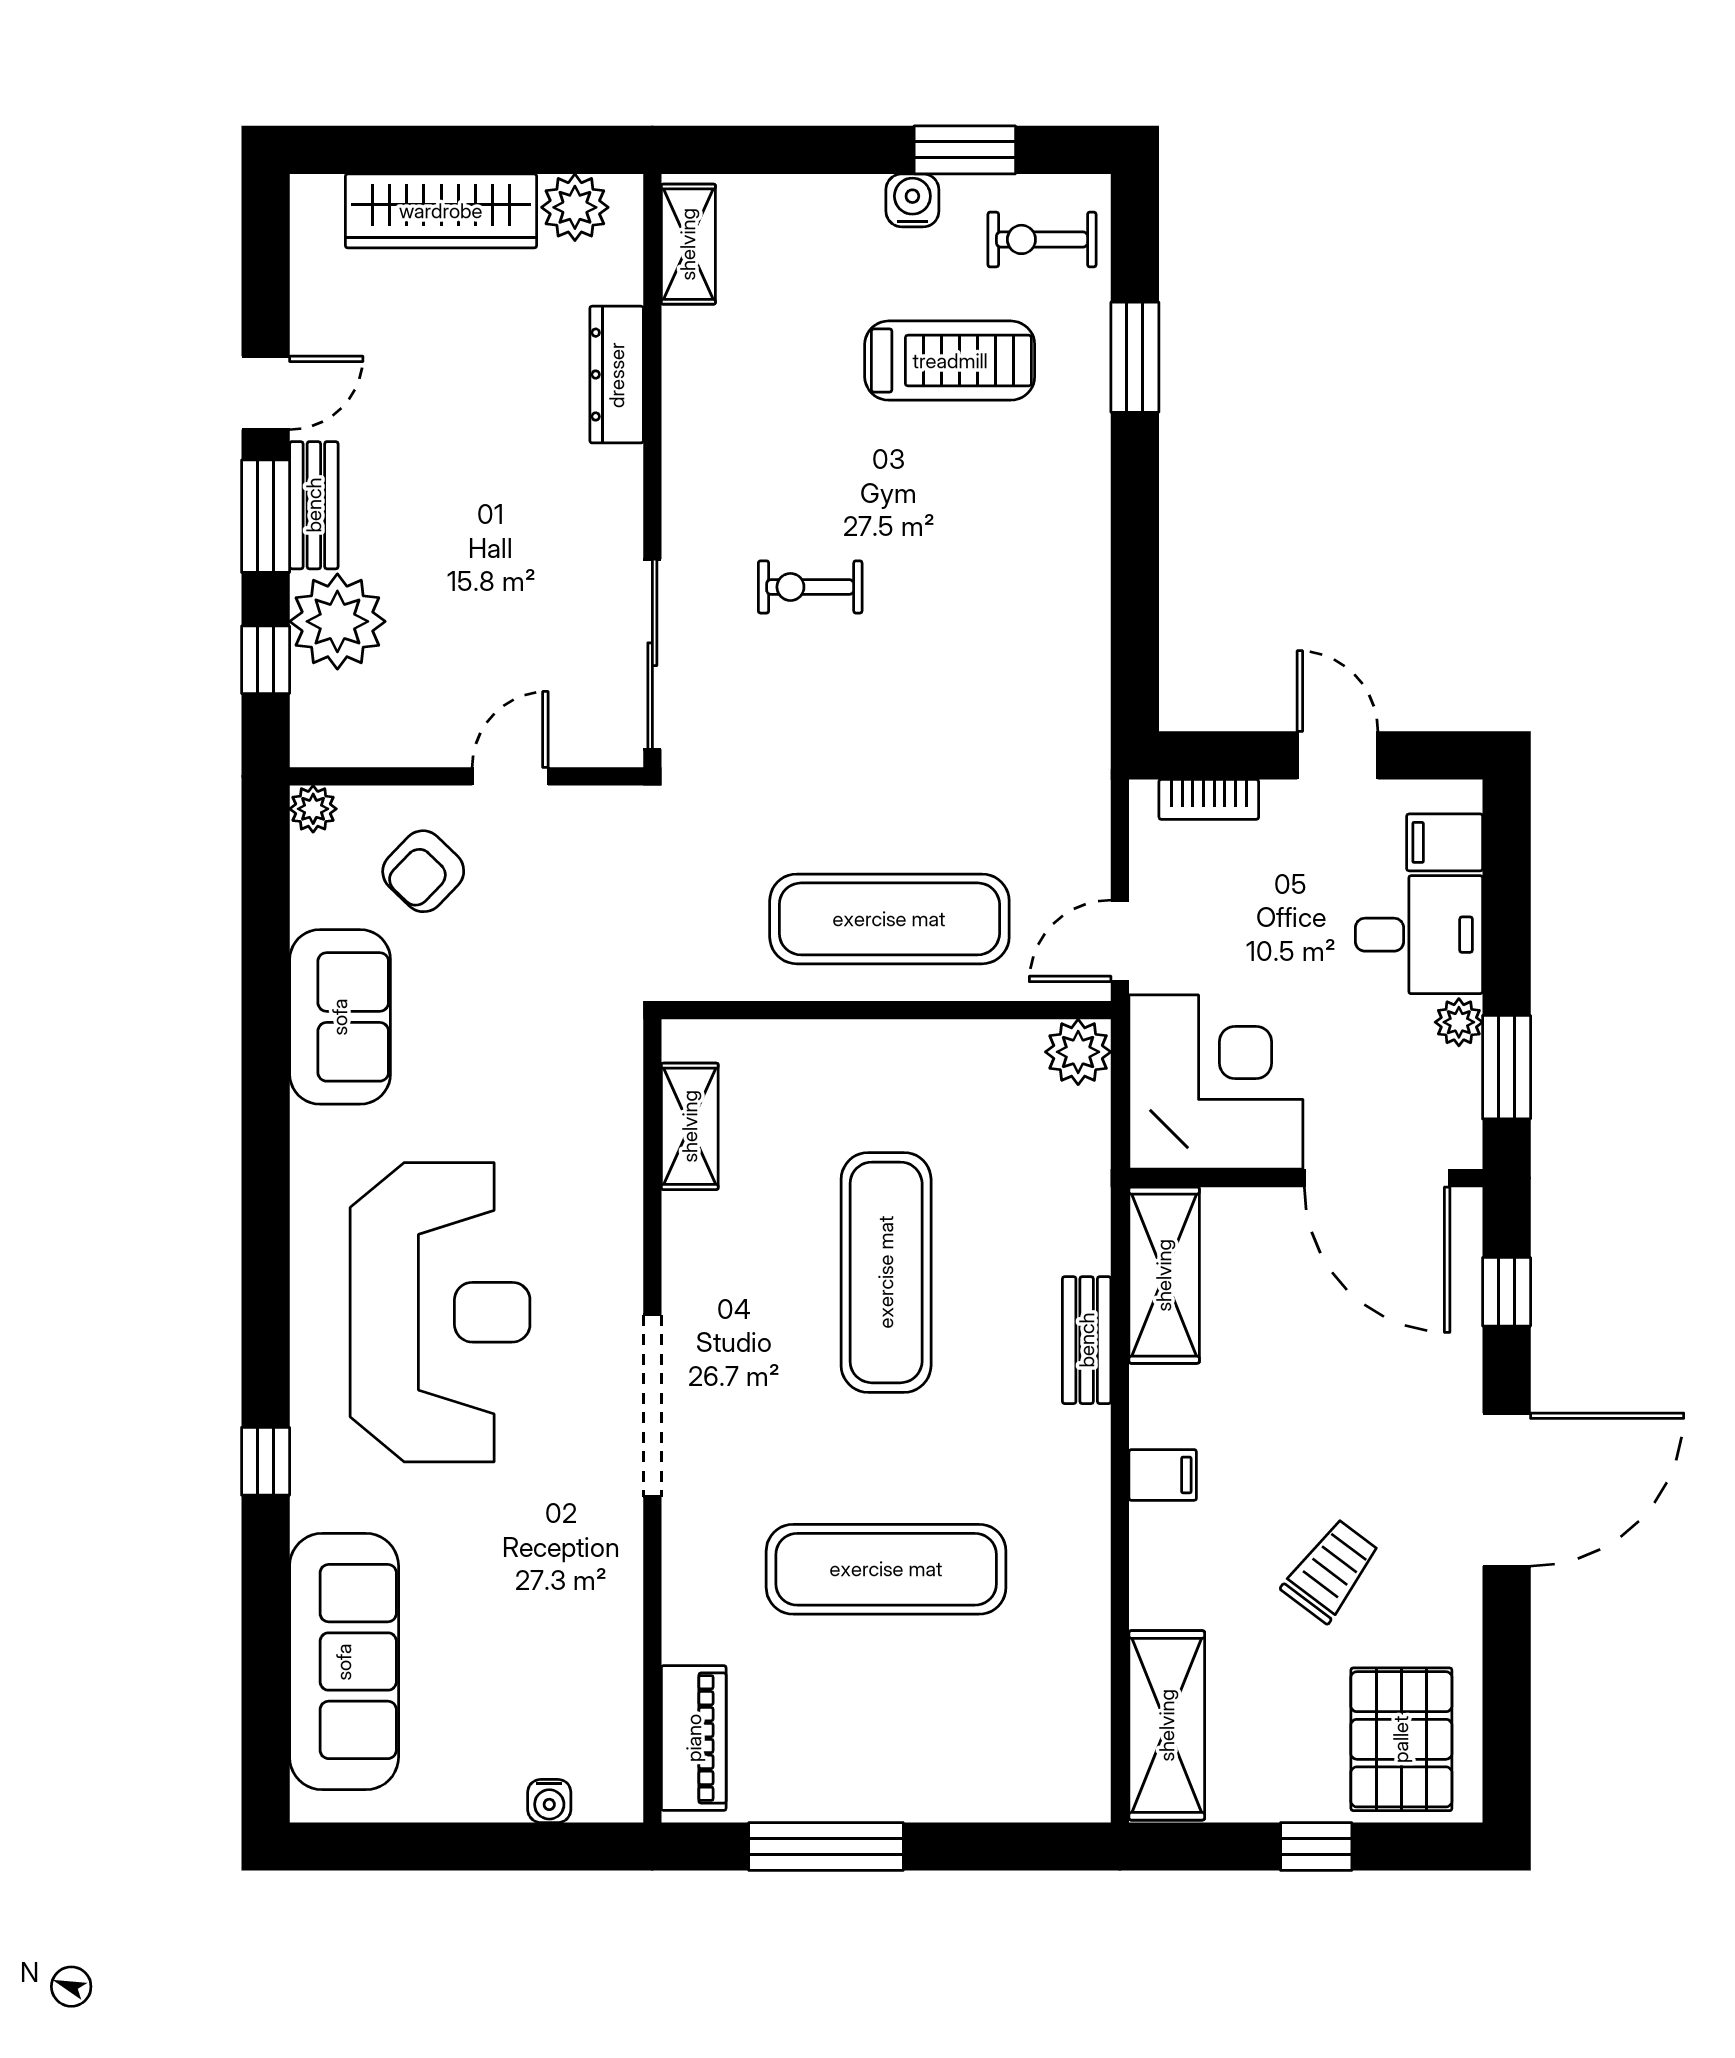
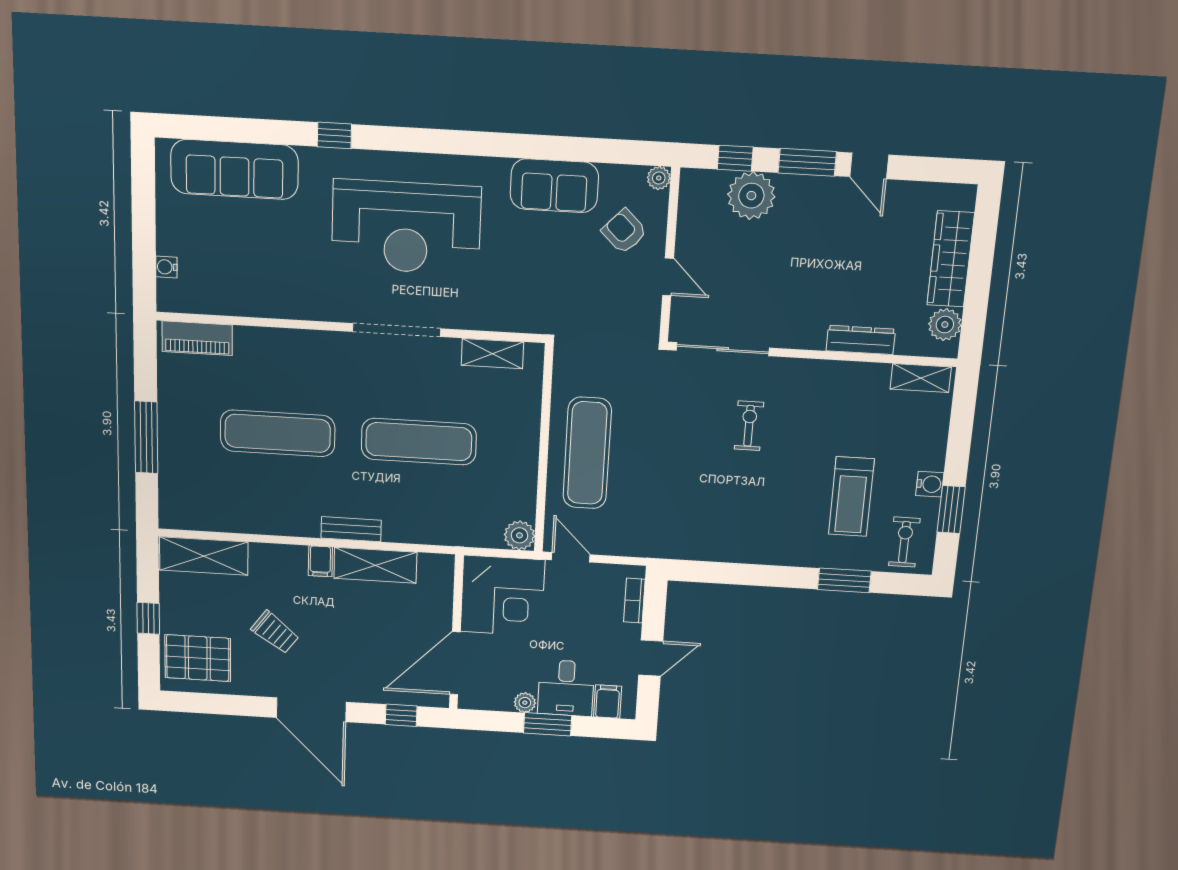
bench: (314, 505) -> (810, 187), removed
window: (1507, 1067) -> (548, 724), moved
shelving: (1164, 1275) -> (375, 565), moved
bench: (1087, 1340) -> (351, 529), moved
doorway: (652, 1406) -> (396, 330), moved
exercise mat: (886, 1569) -> (278, 433), turned 90
window: (826, 1847) -> (146, 437), moved

